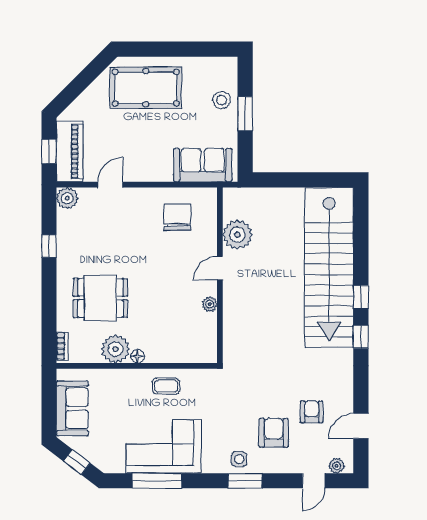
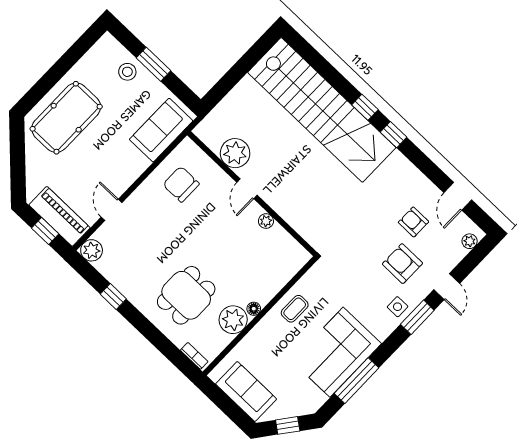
door: (314, 481) -> (447, 287), moved

